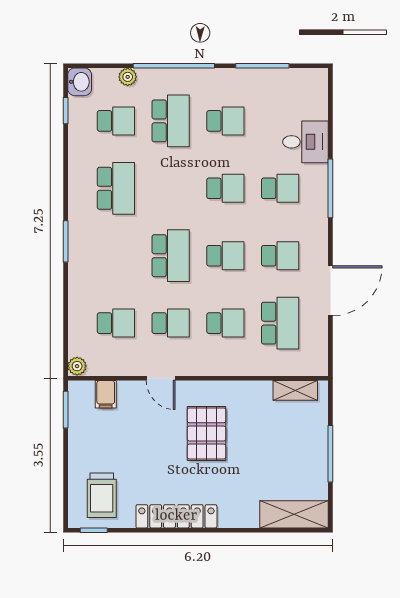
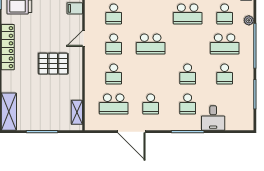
school desk: (225, 256) -> (151, 74), removed

